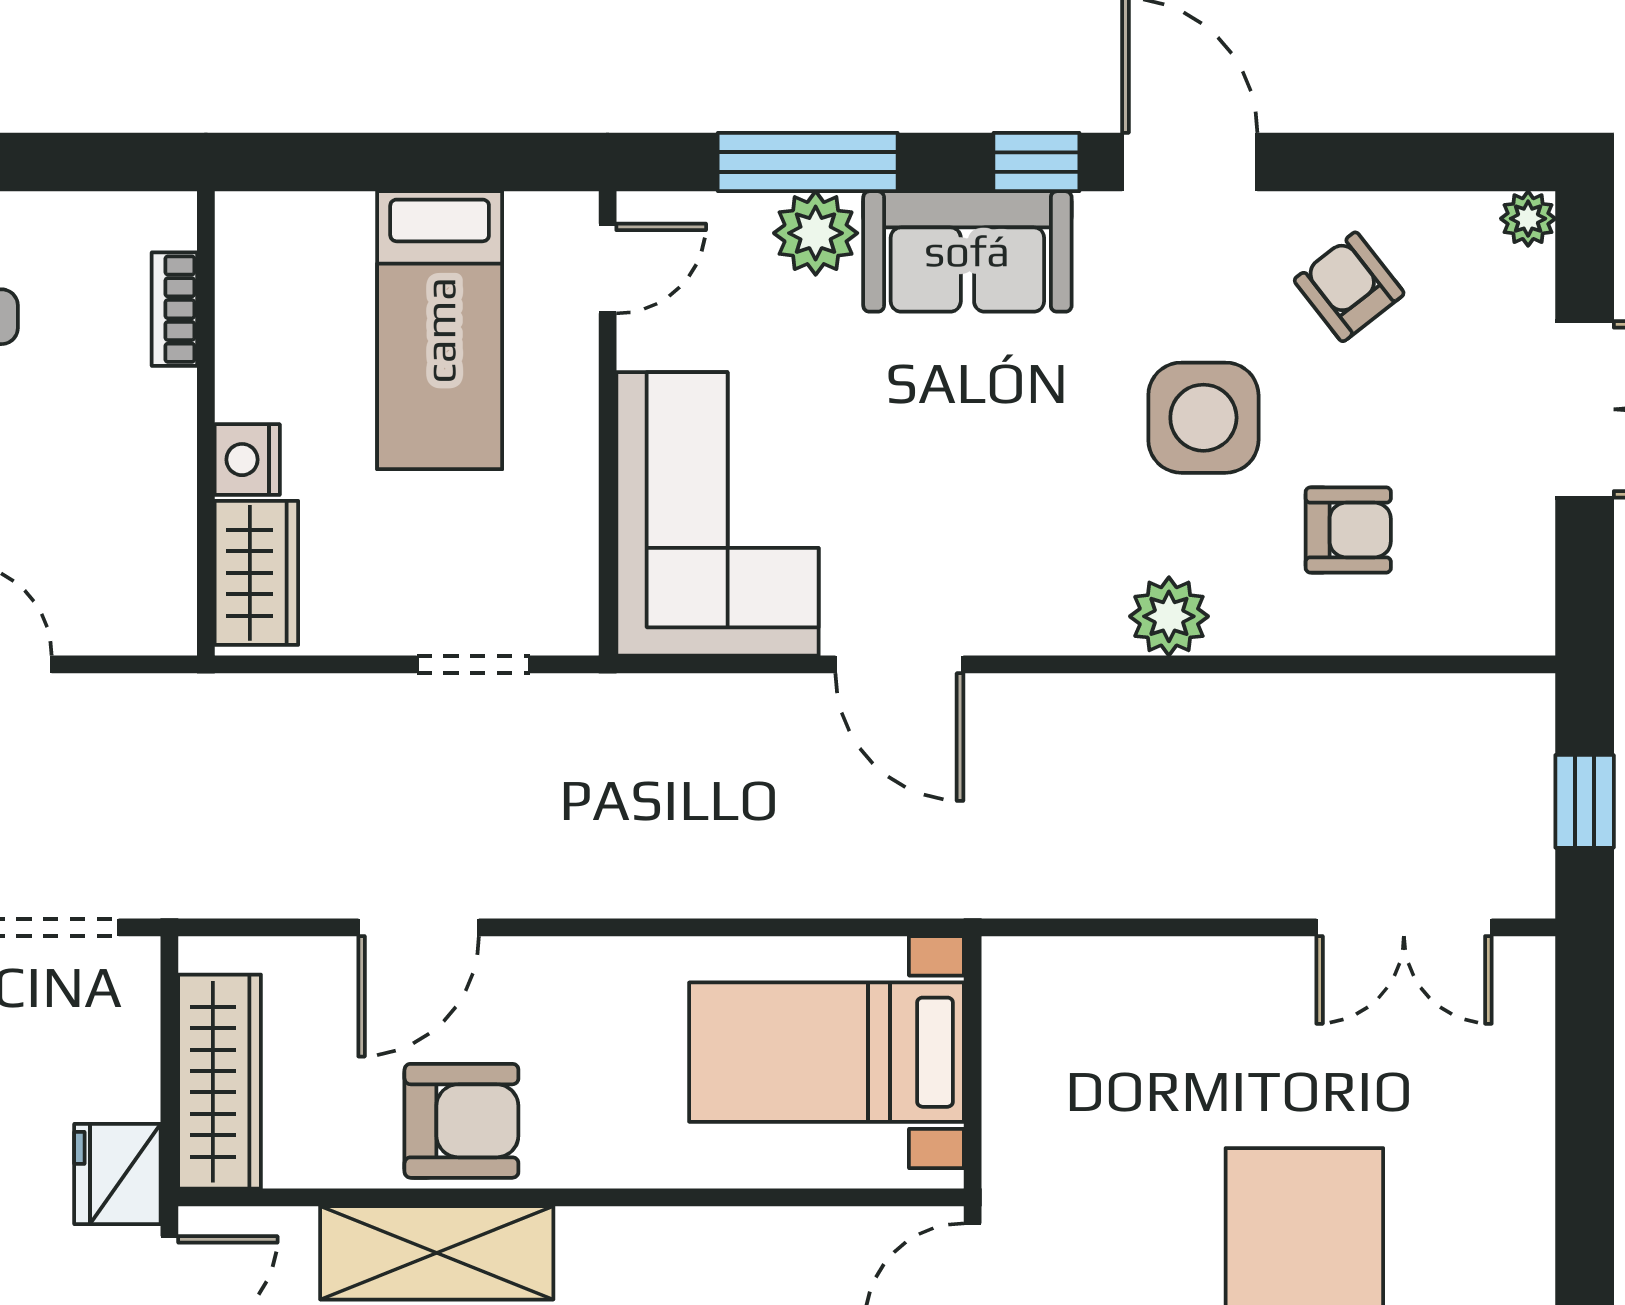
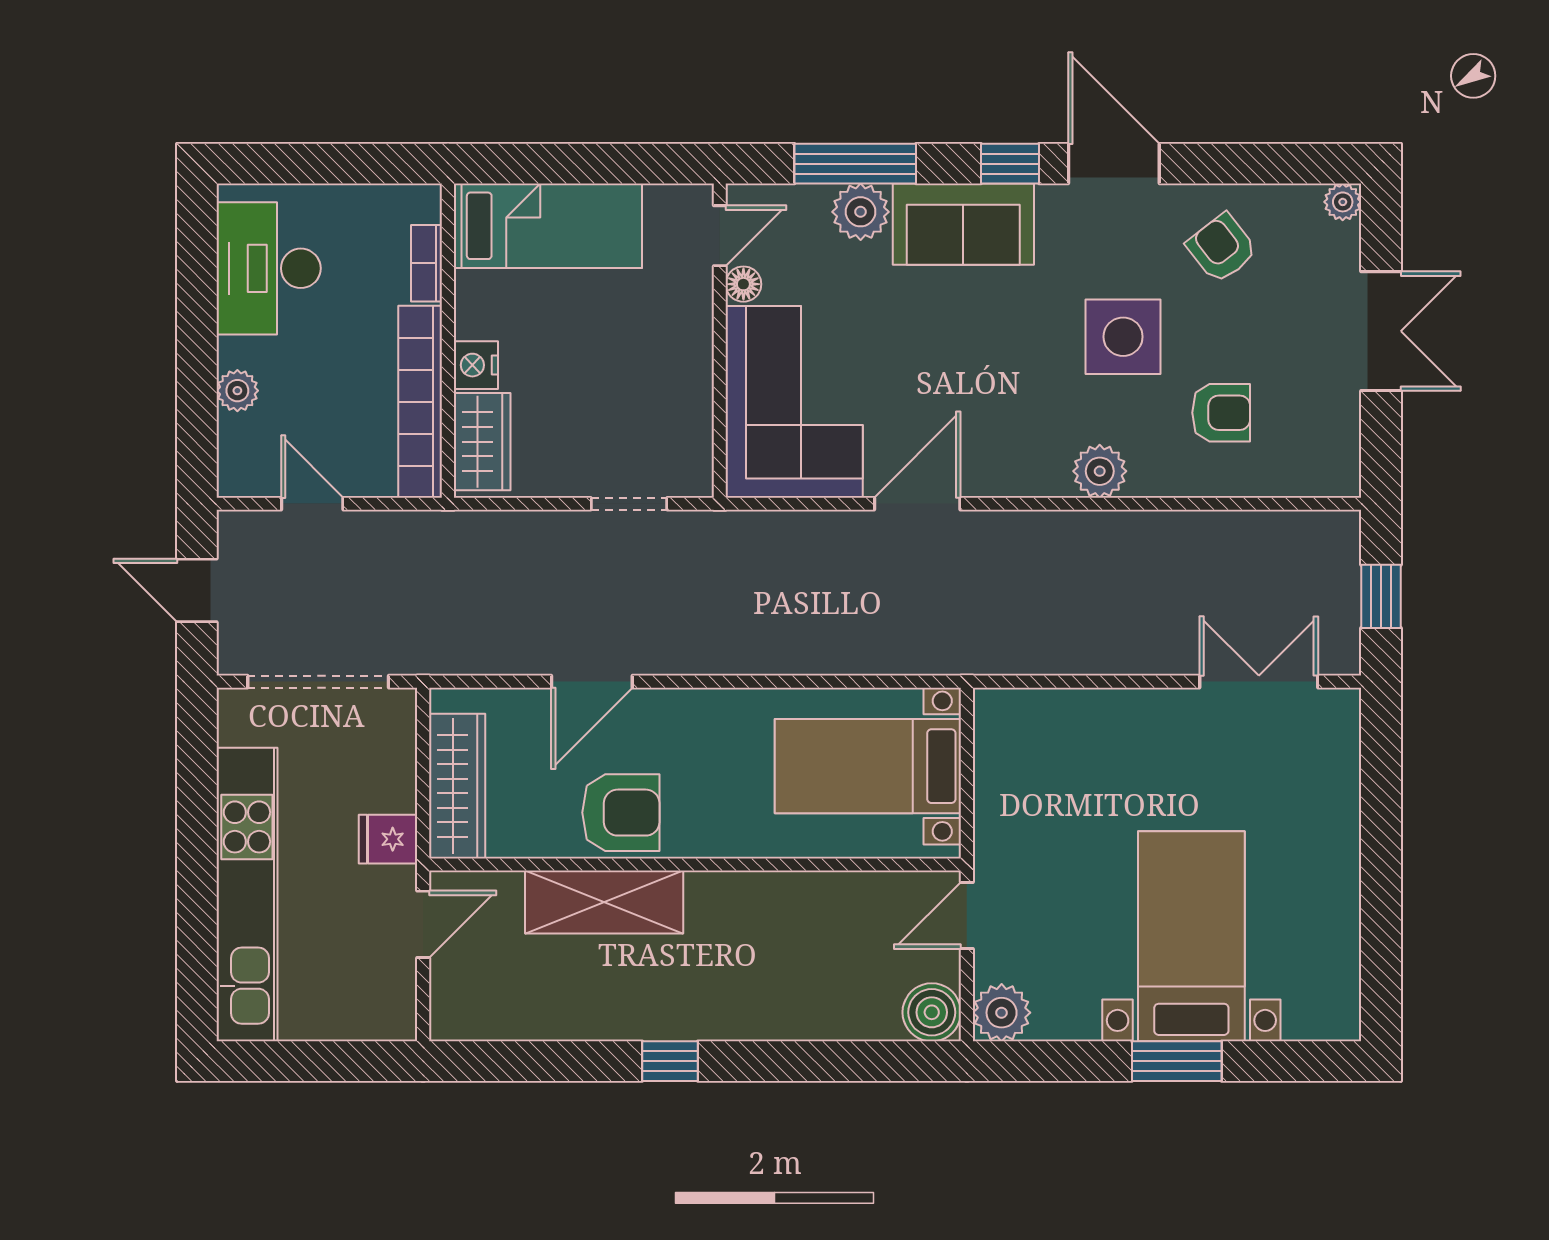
bed: (440, 330) -> (548, 226), moved, turned -90
floor lamp: (643, 340) -> (743, 284), added
bookcase: (165, 514) -> (420, 402), added
door: (899, 664) -> (917, 504), swing flipped
double door: (1404, 927) -> (1259, 682), swing flipped
fridge: (117, 1174) -> (388, 839), width x0.72

